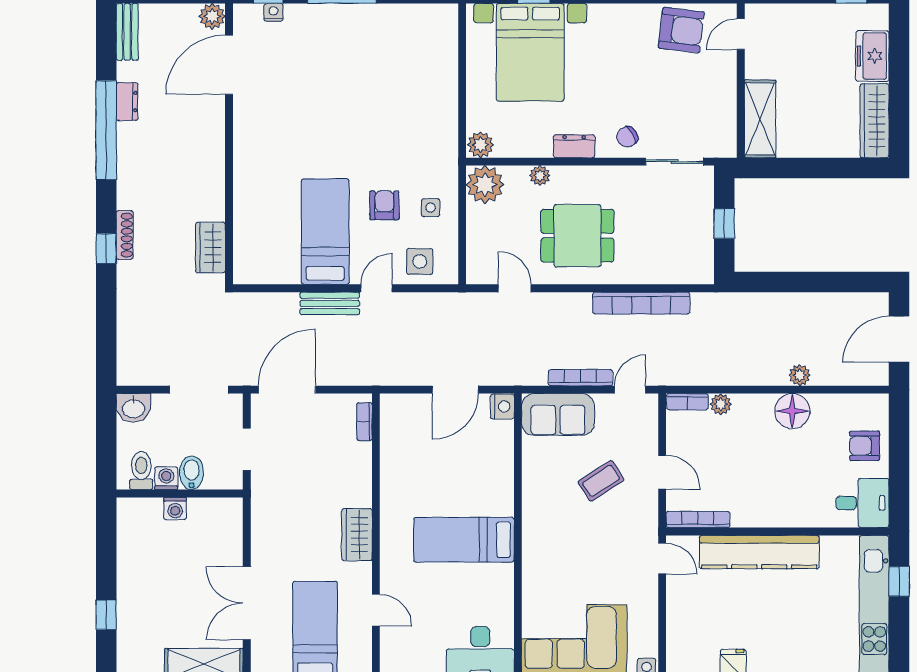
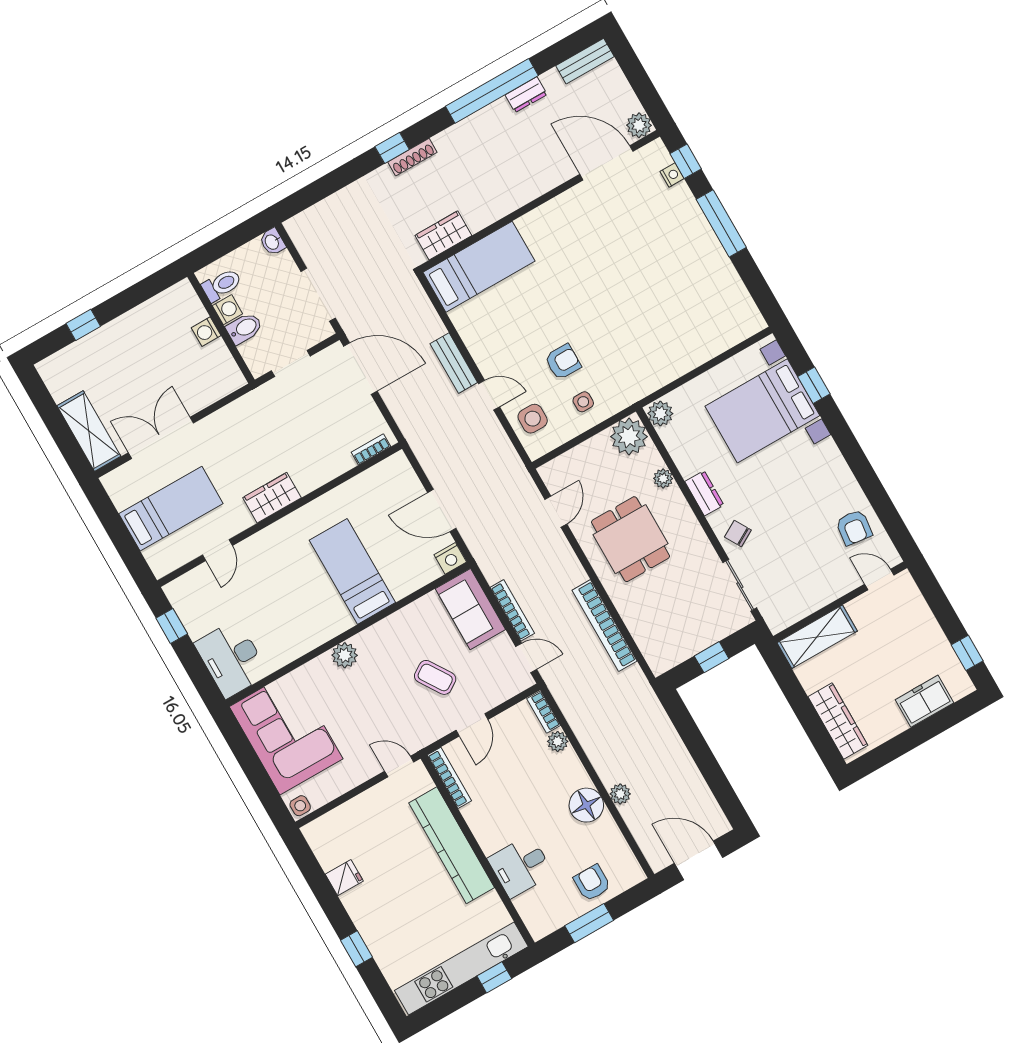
armchair: (681, 30) -> (854, 527), width x0.72, depth x0.72
wardrobe: (875, 121) -> (838, 721), moved, turned 90
bed: (325, 232) -> (479, 267), moved
washbasin: (133, 408) -> (272, 242), width x0.72, depth x0.69
window: (899, 469) -> (589, 923), added
desk: (862, 503) -> (520, 866), moved, turned 90
bed: (464, 540) -> (352, 571), moved
plant: (535, 550) -> (345, 655), added
door: (662, 559) -> (399, 767), swing flipped

